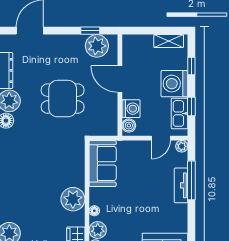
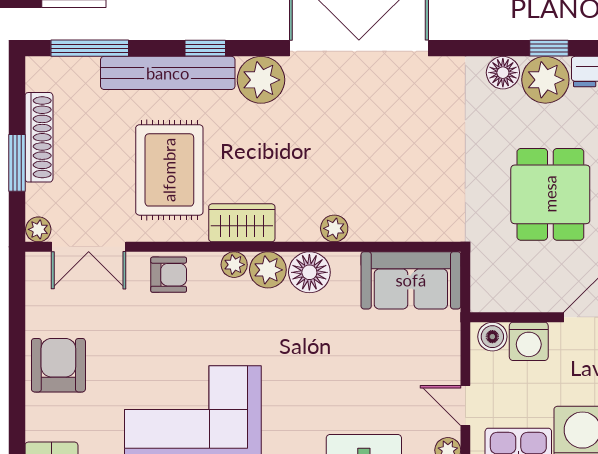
plant: (73, 199) -> (334, 228), width x0.53, depth x0.53
floor lamp: (94, 211) -> (309, 272), width x1.89, depth x1.89

